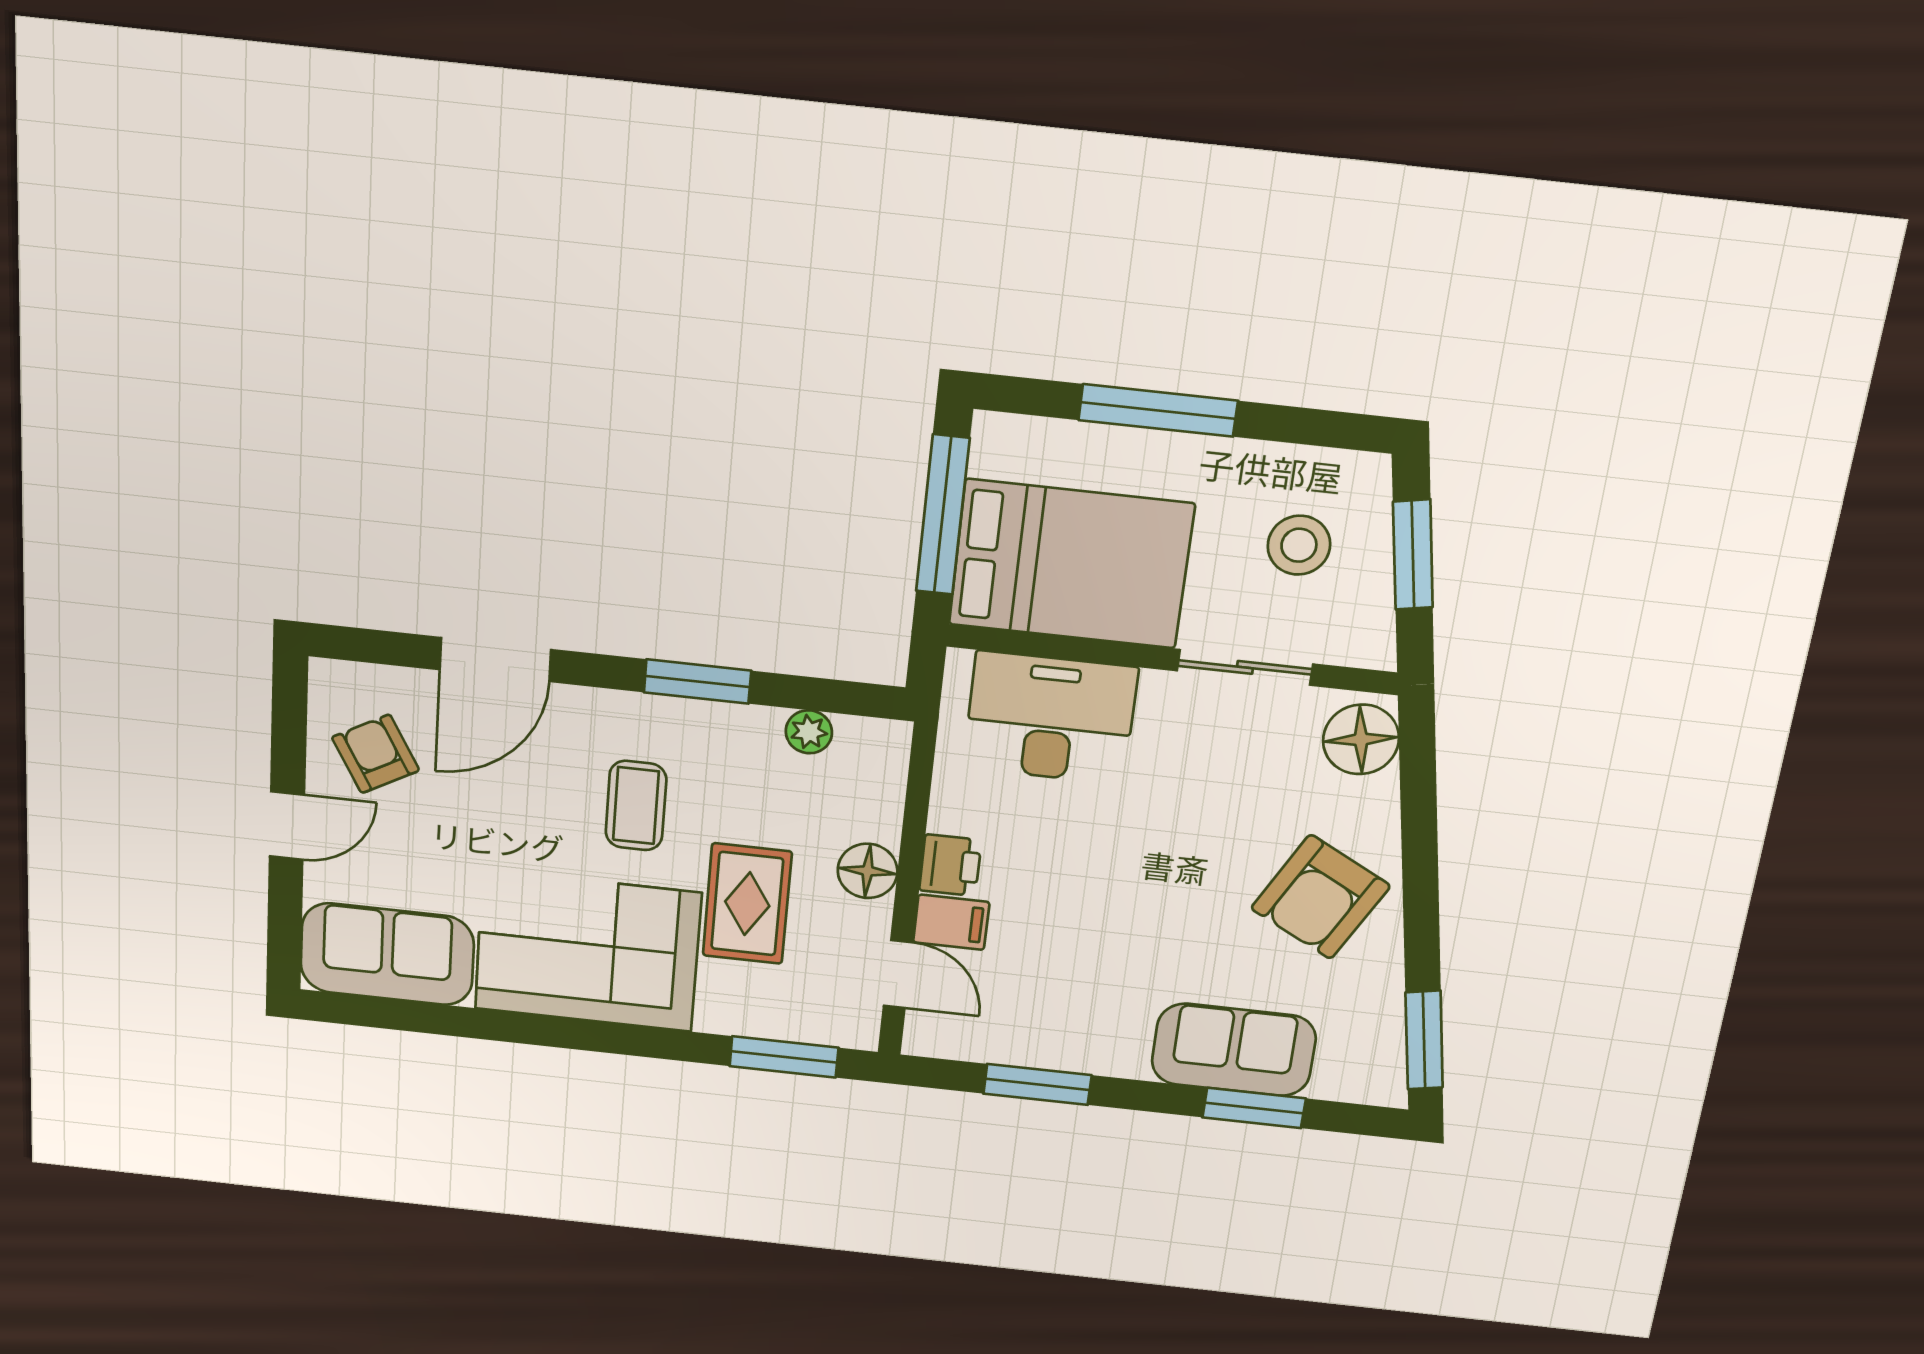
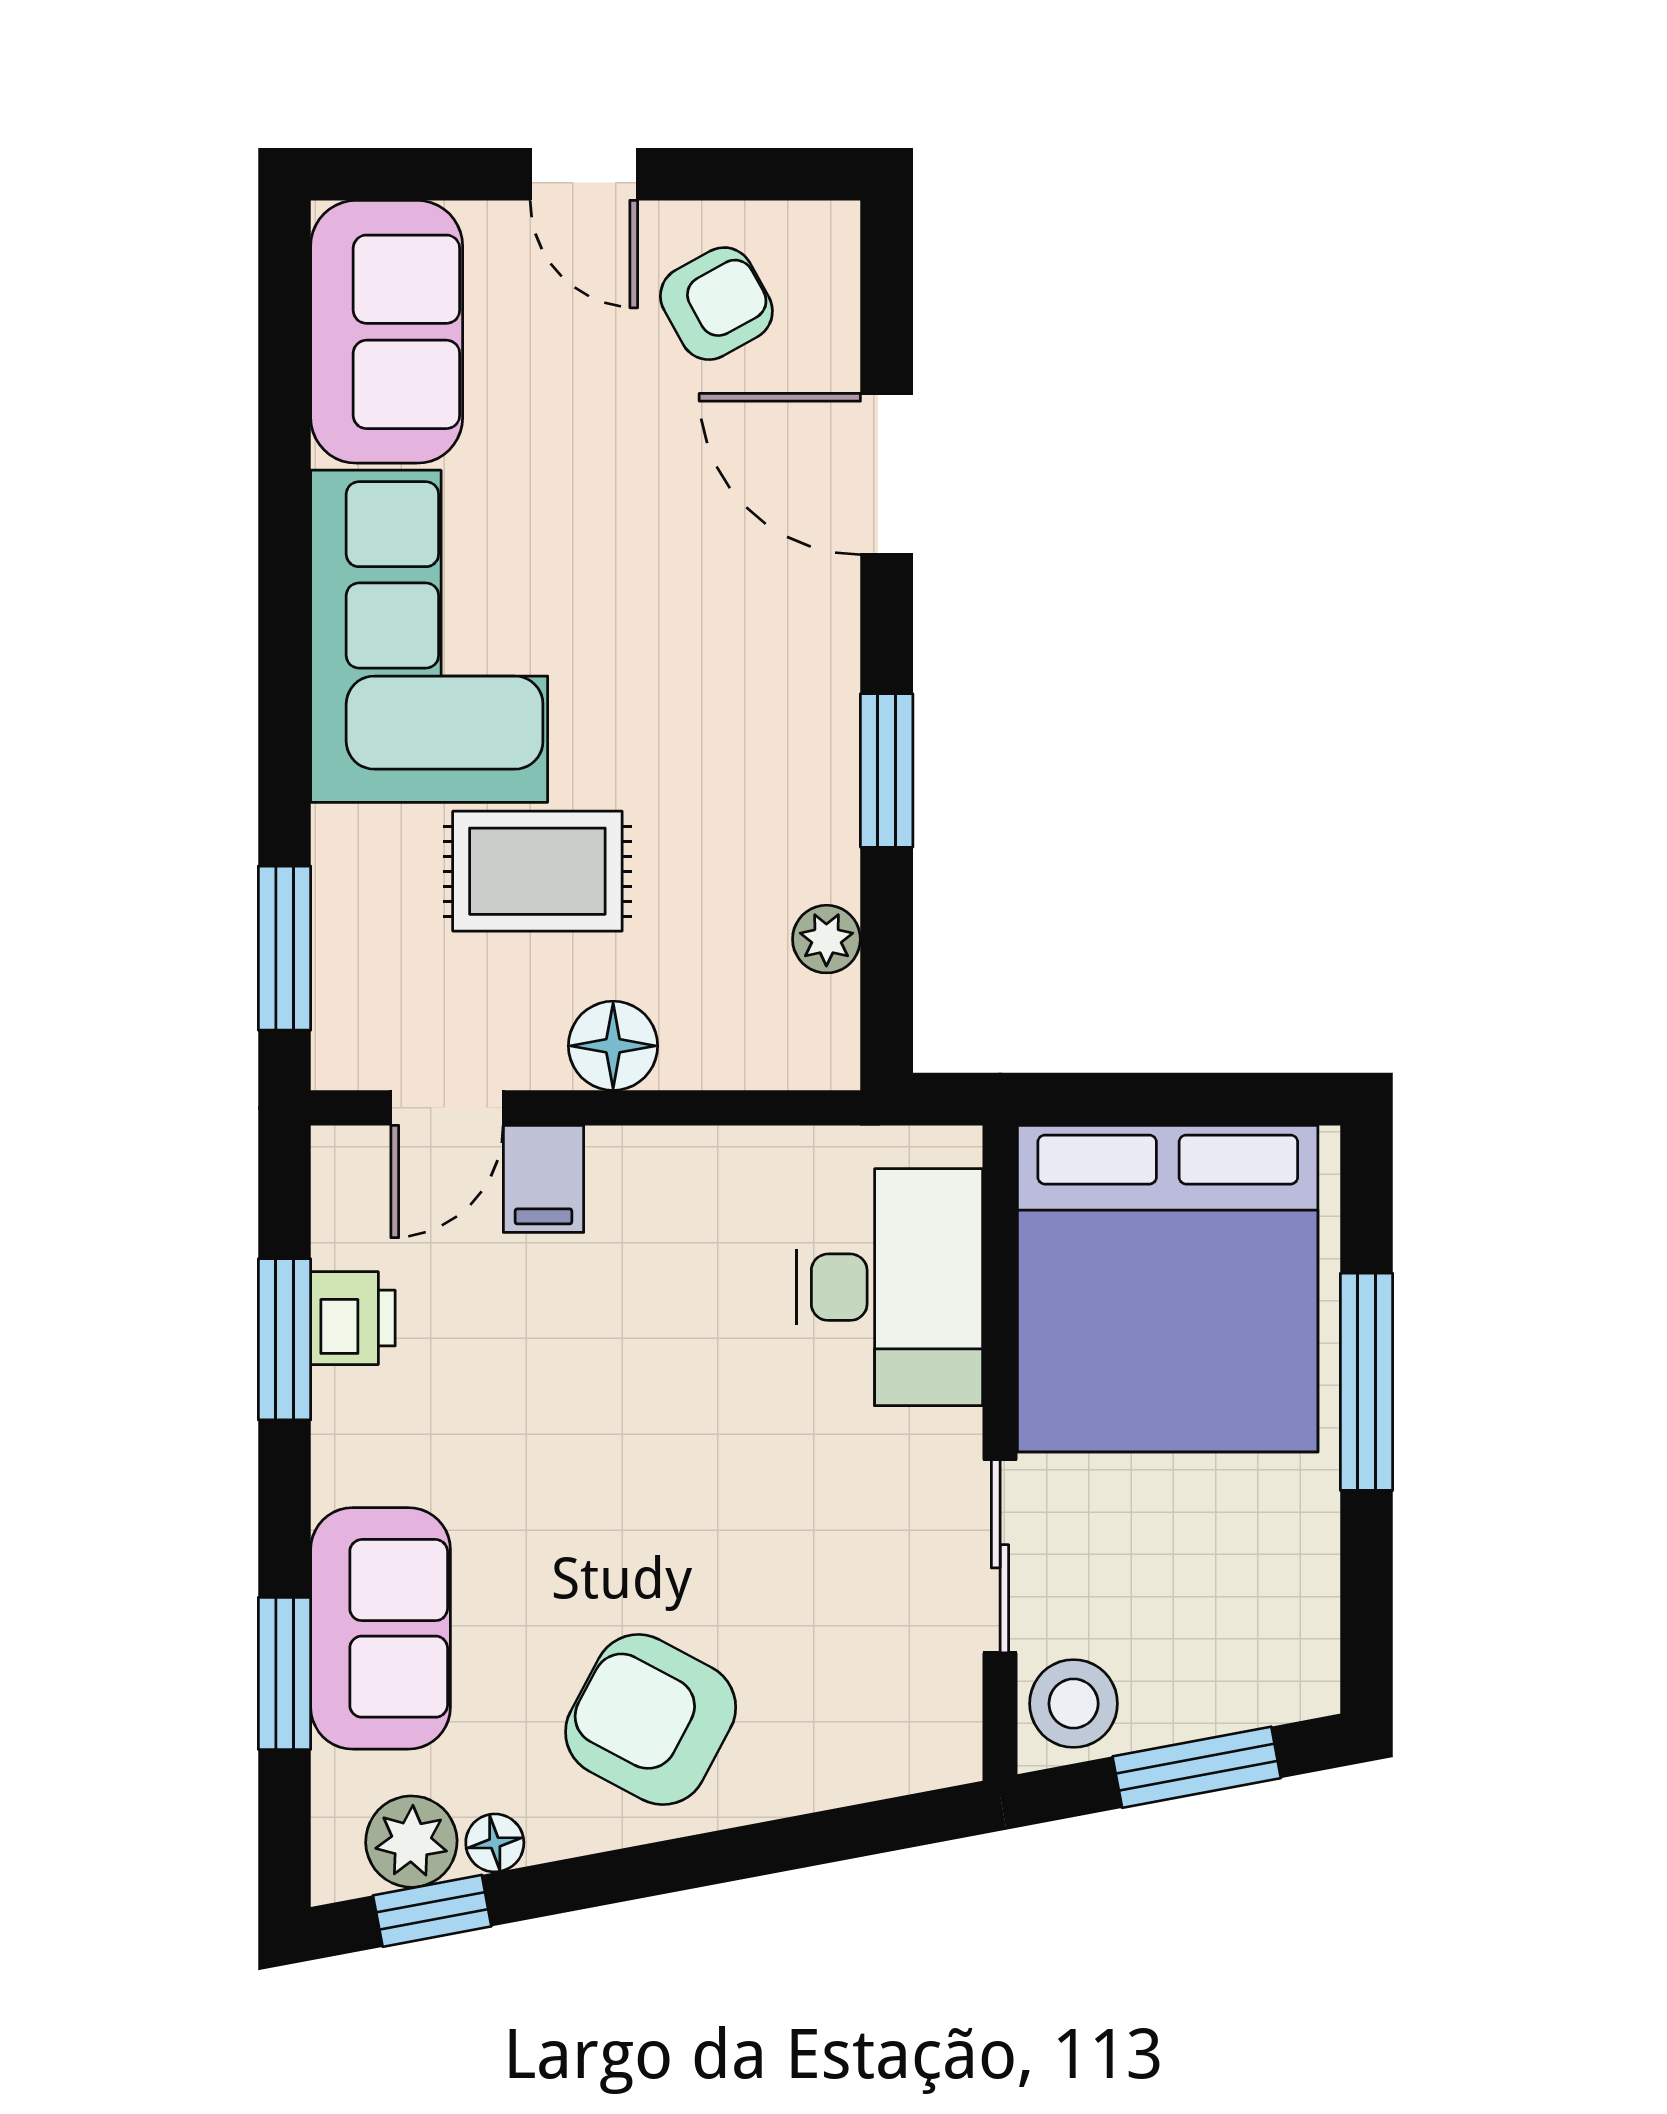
window: (943, 515) -> (1180, 1099), removed
stool: (1299, 545) -> (1074, 1704), moved
bed: (1071, 564) -> (1168, 1289), width x1.36
floor lamp: (1361, 739) -> (495, 1843), moved, width x0.53, depth x0.53
coffee table: (636, 806) -> (679, 694), removed
printer: (950, 865) -> (353, 1318), moved, turned -90
window: (1424, 1040) -> (432, 1911), width x0.67
plant: (1376, 1047) -> (411, 1842), added

